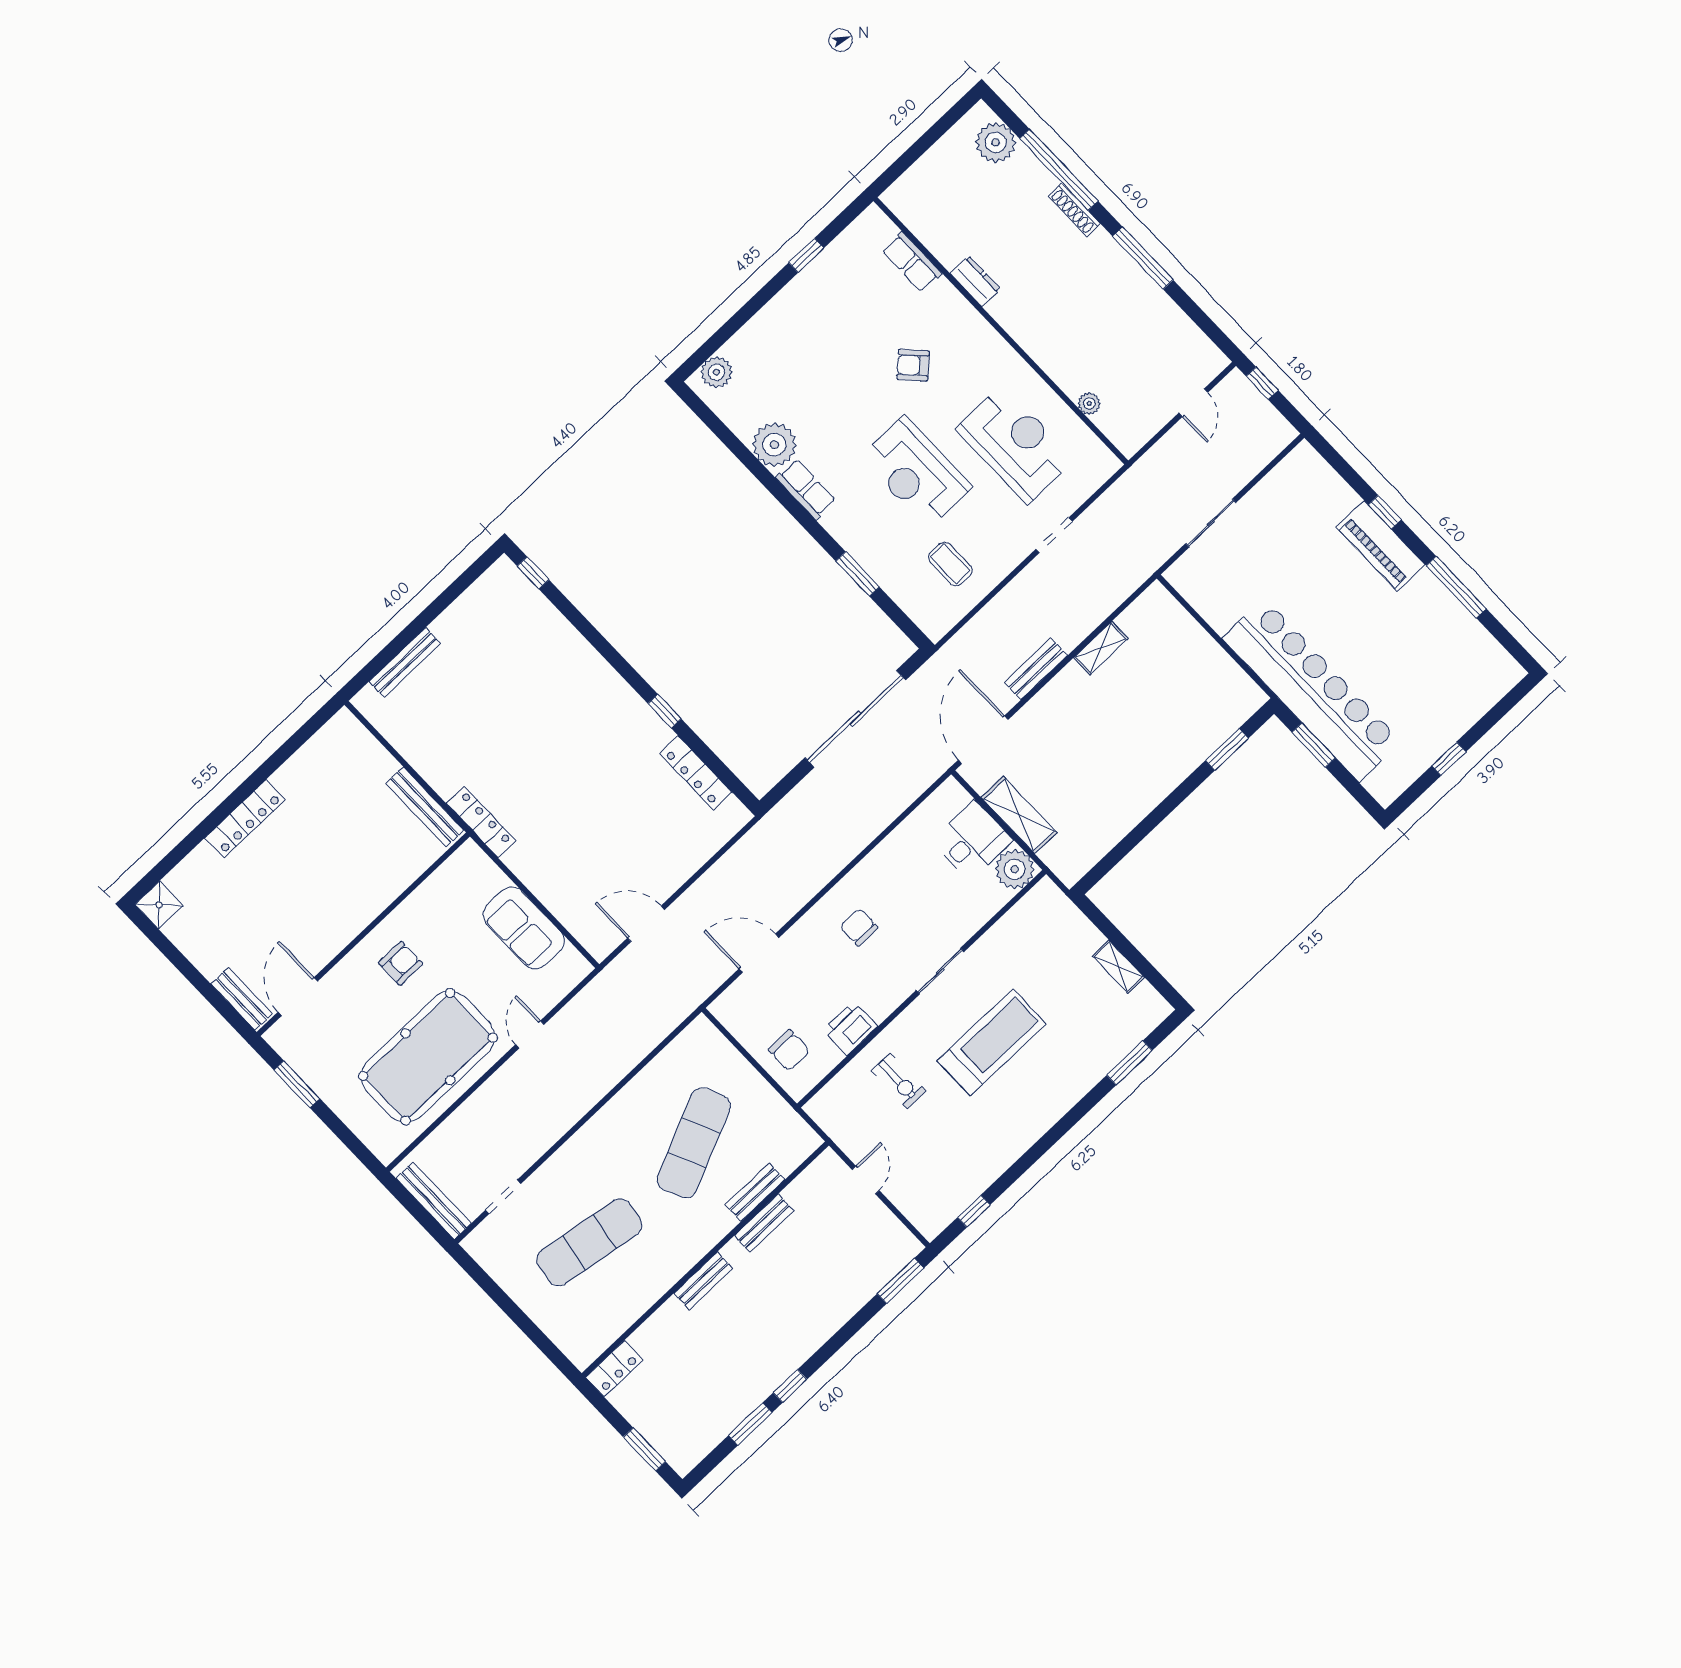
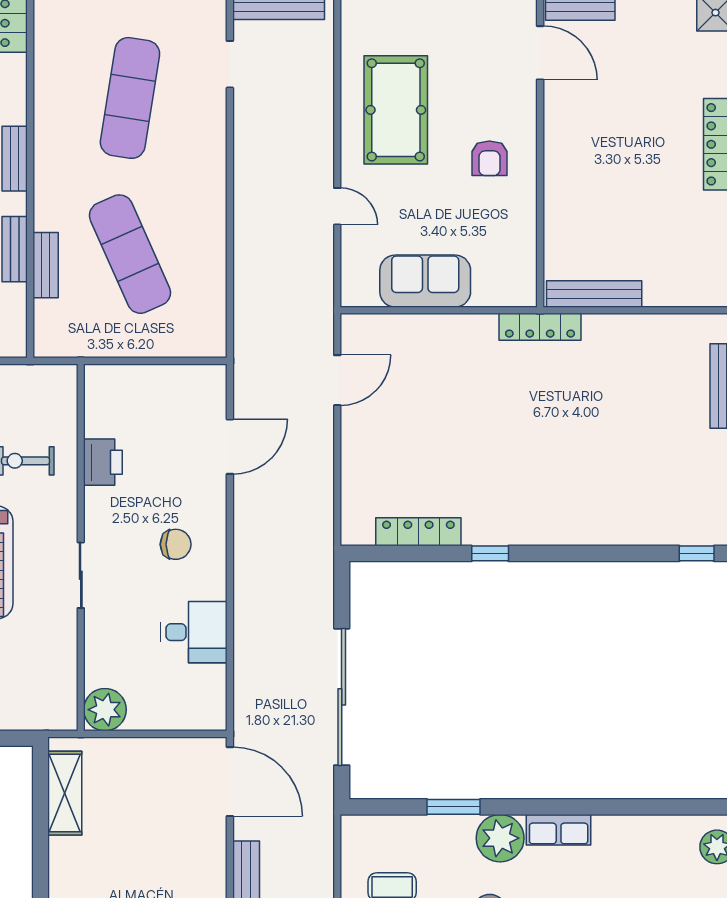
plant: (774, 445) -> (500, 838), moved
shelving: (1019, 815) -> (65, 793), moved, turned 90
desk: (972, 840) -> (194, 632), moved, turned -90
chair: (789, 1050) -> (131, 398), removed
pool table: (428, 1057) -> (396, 110), width x0.73, depth x0.76

